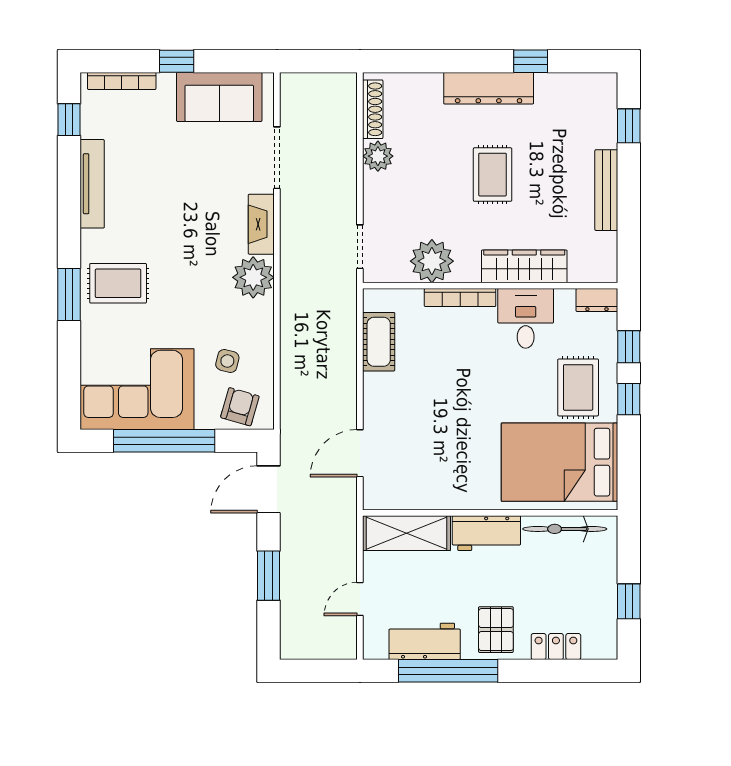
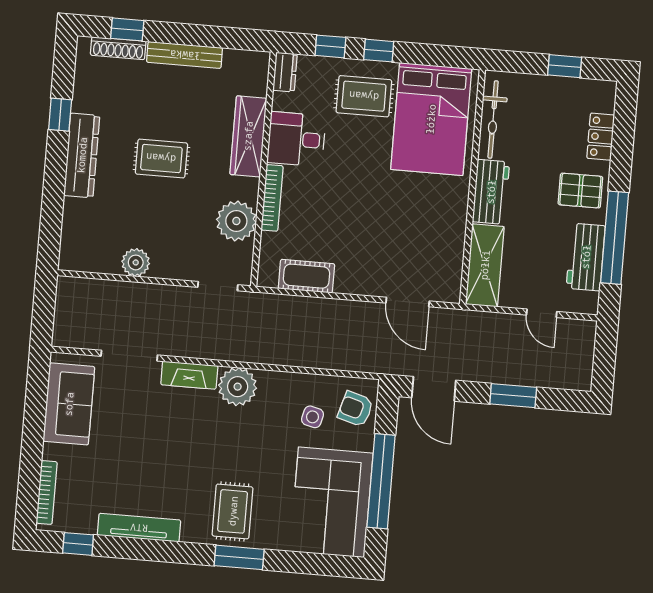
window: (177, 61) -> (33, 440), removed
shoe rack: (373, 109) -> (118, 48), moved, turned 180

